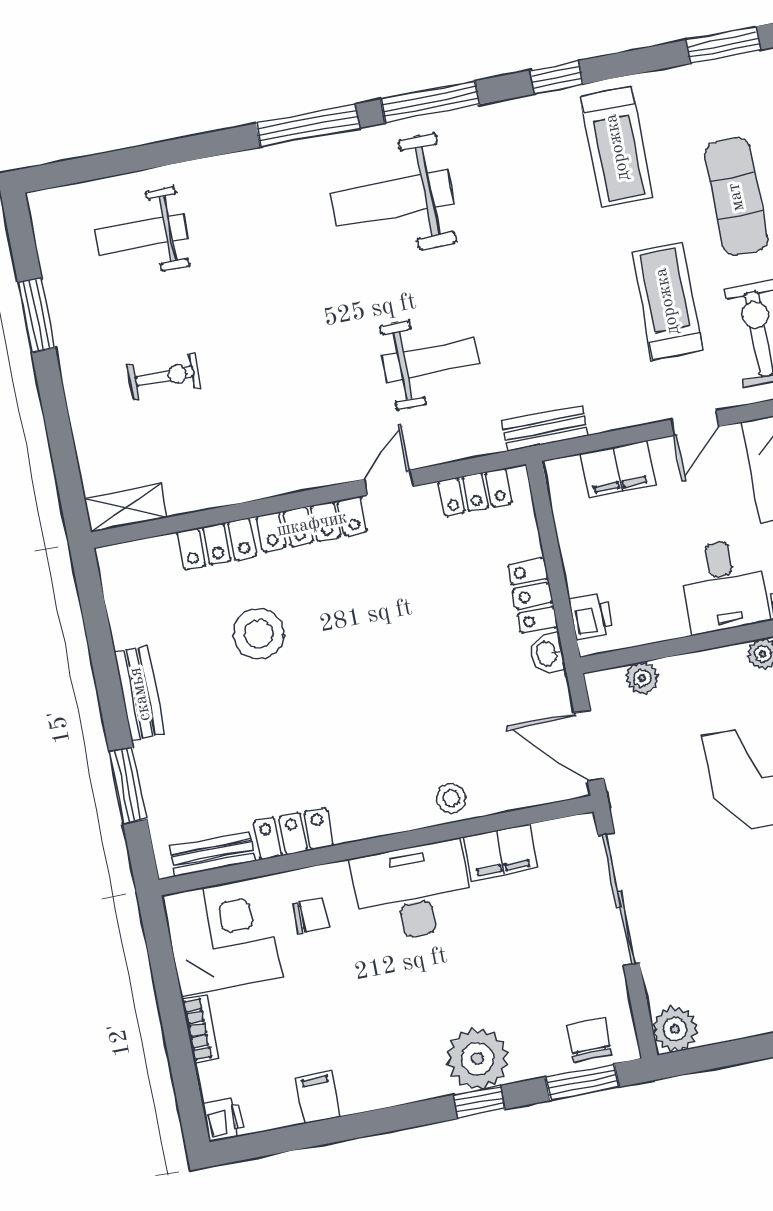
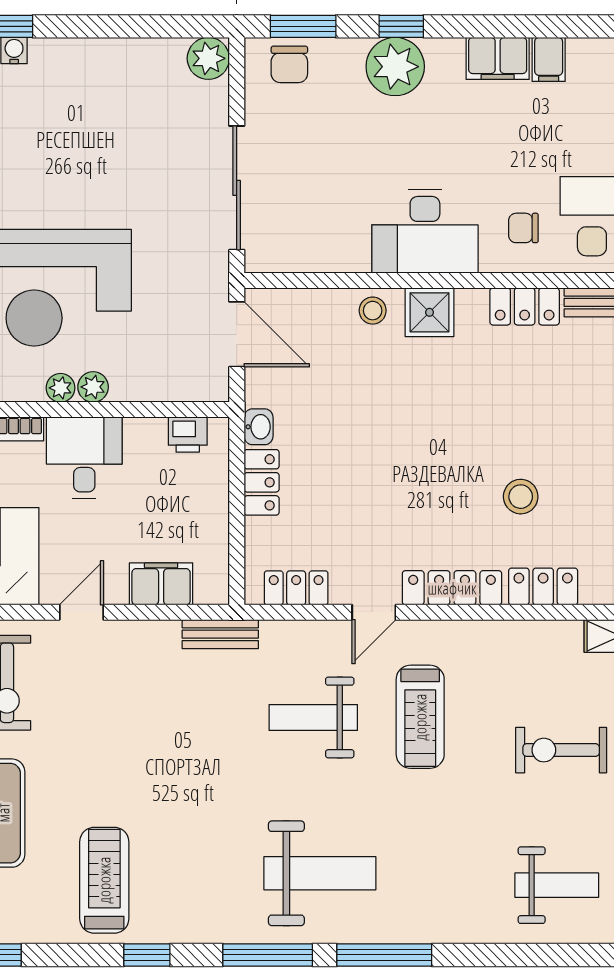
treadmill: (667, 301) -> (420, 717), moved
exercise bike: (164, 376) -> (561, 750), width x1.38, depth x1.39
printer: (591, 617) -> (188, 435), moved, turned -90
stool: (258, 634) -> (521, 497), width x0.73, depth x0.73
plant: (642, 678) -> (93, 387), moved
shower: (392, 808) -> (429, 312), added
filing cabinet: (500, 852) -> (498, 58), moved, turned 180

